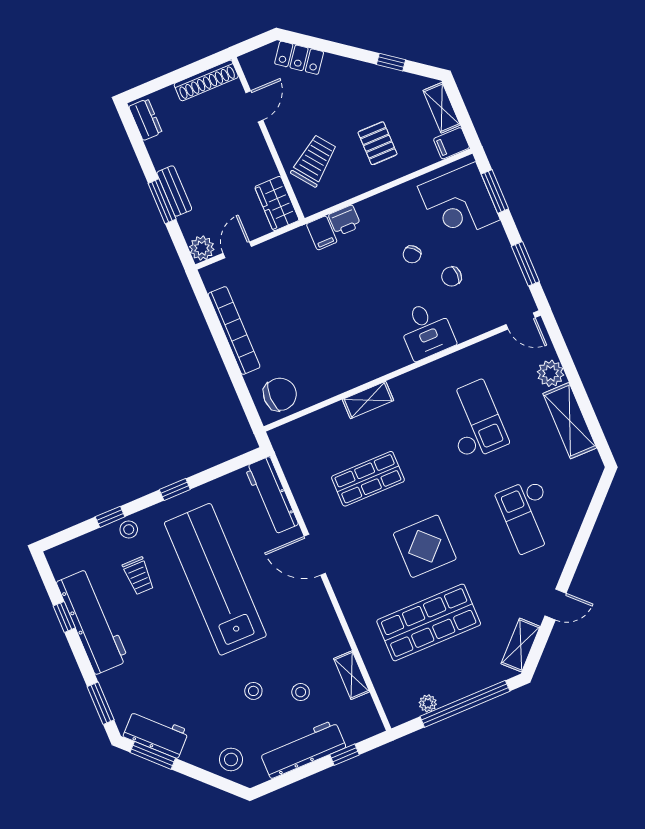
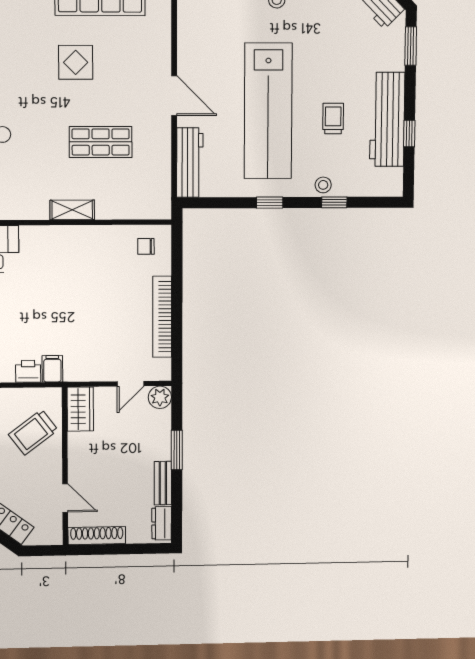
door: (254, 106) -> (65, 498), swing flipped
bench: (174, 191) -> (163, 483), moved
chair: (280, 394) -> (146, 246), width x0.54, depth x0.54
display table: (425, 546) -> (76, 62), width x0.73, depth x0.73
trolley: (138, 576) -> (333, 119), moved

